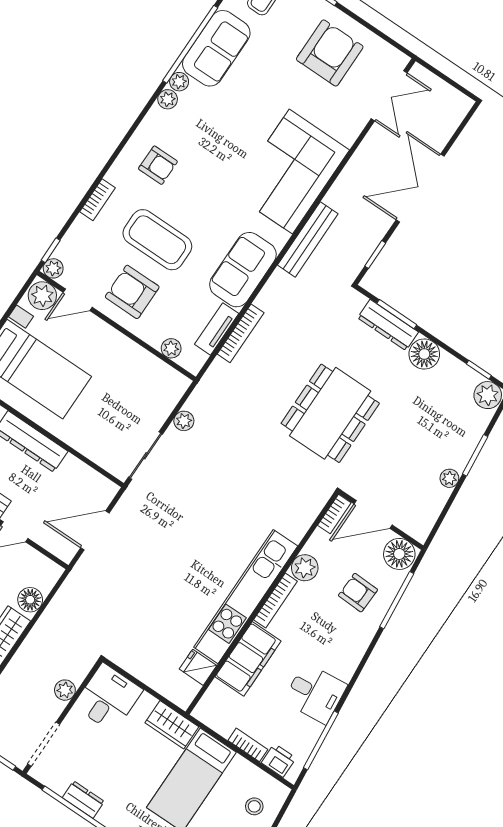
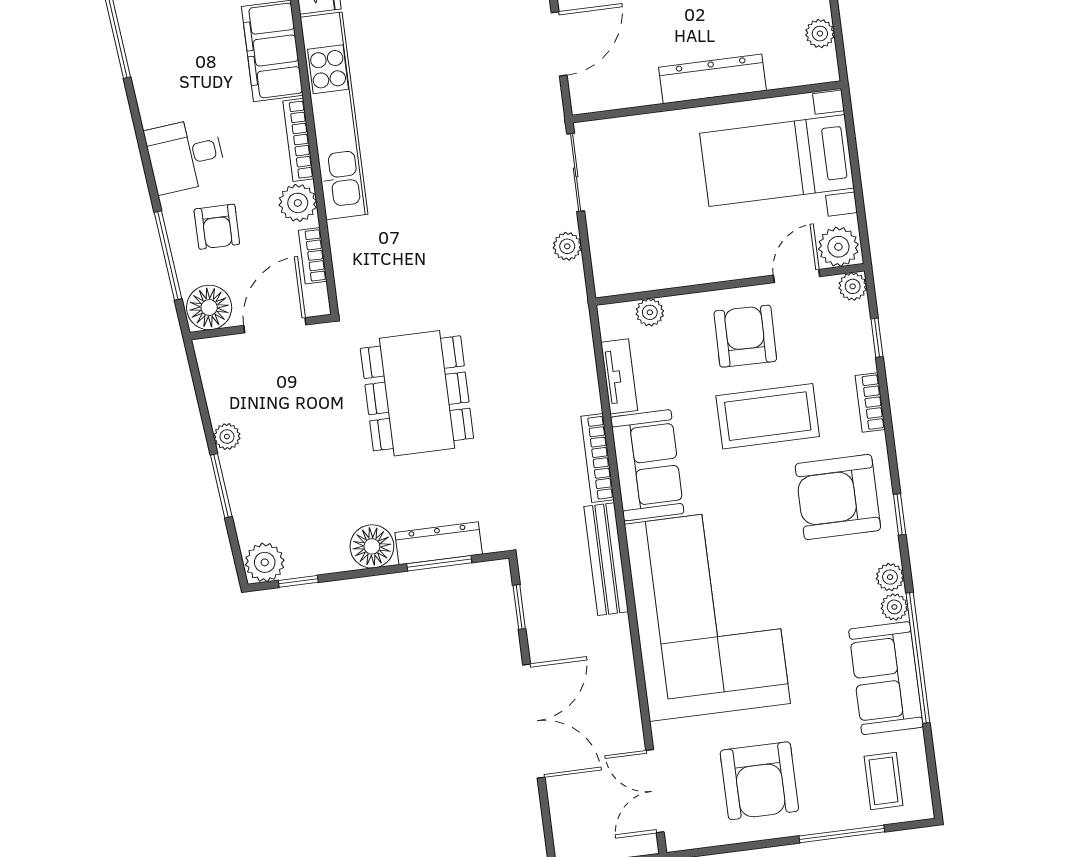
window: (134, 128) -> (900, 514), added
armchair: (158, 165) -> (838, 497), width x1.88, depth x1.88
corner sofa: (291, 172) -> (707, 614), width x1.36, depth x1.36
window: (51, 250) -> (877, 338), moved
armchair: (132, 292) -> (745, 336), turned -89
bookcase: (241, 333) -> (597, 458), moved
bookcase: (334, 514) -> (313, 256), moved
armchair: (358, 593) -> (217, 227), turned 88
desk: (315, 693) -> (185, 155), moved

